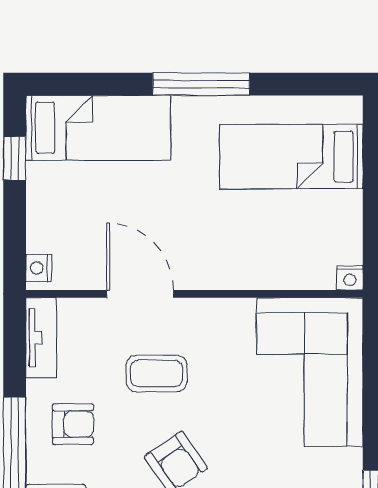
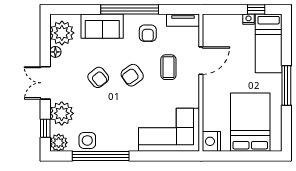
bed: (291, 157) -> (250, 122), width x1.50
nightstand: (39, 268) -> (249, 19), moved
nightstand: (350, 278) -> (211, 141), width x1.89, depth x1.79

